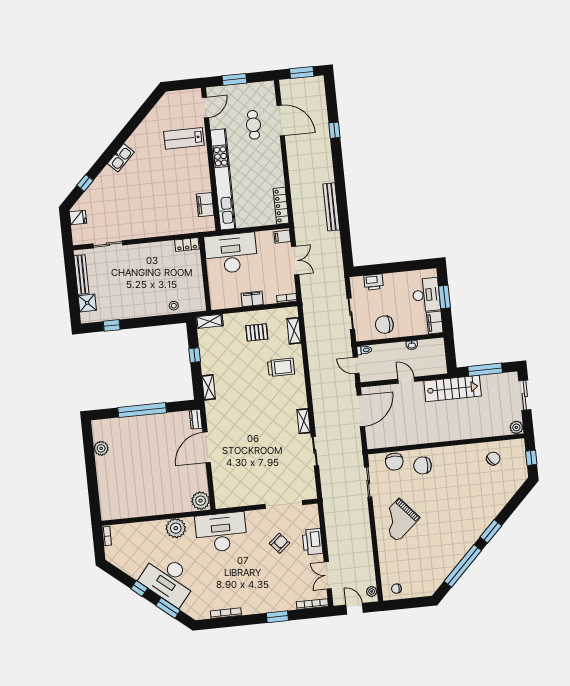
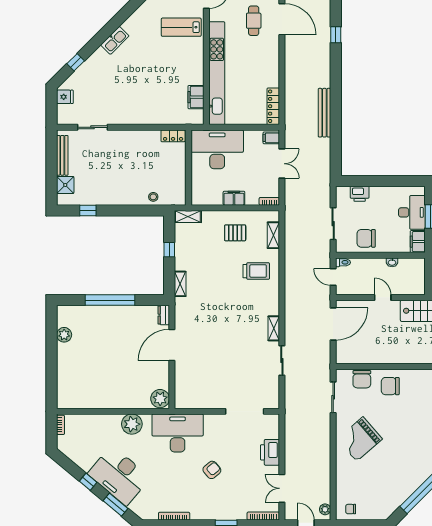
armchair: (280, 543) -> (212, 470), moved

